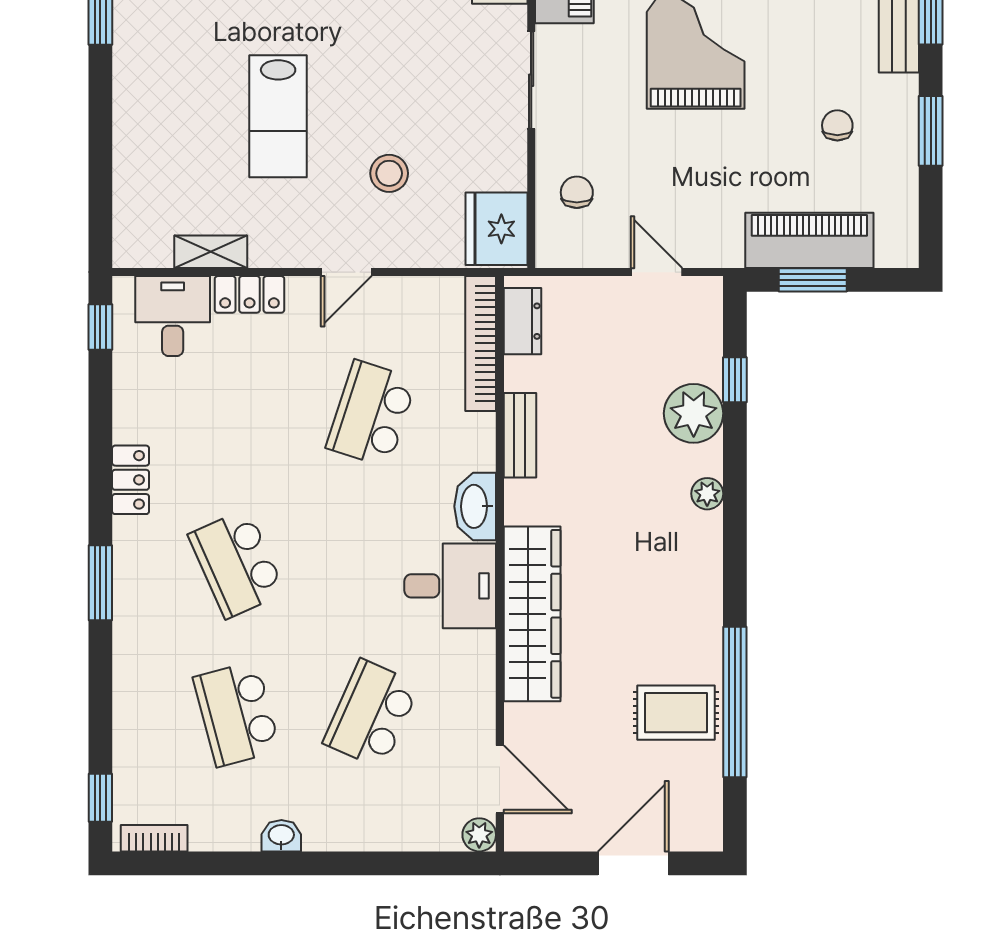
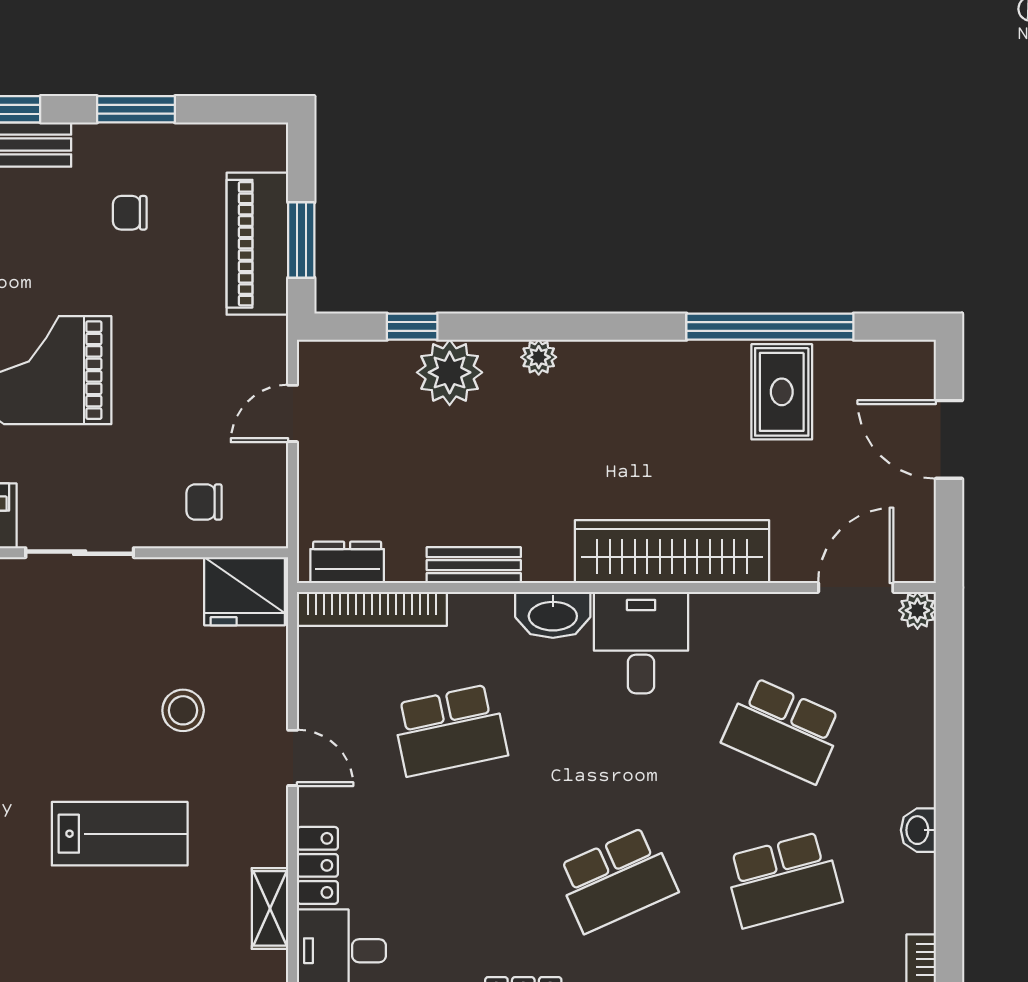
school desk: (371, 414) -> (450, 730), turned -30

